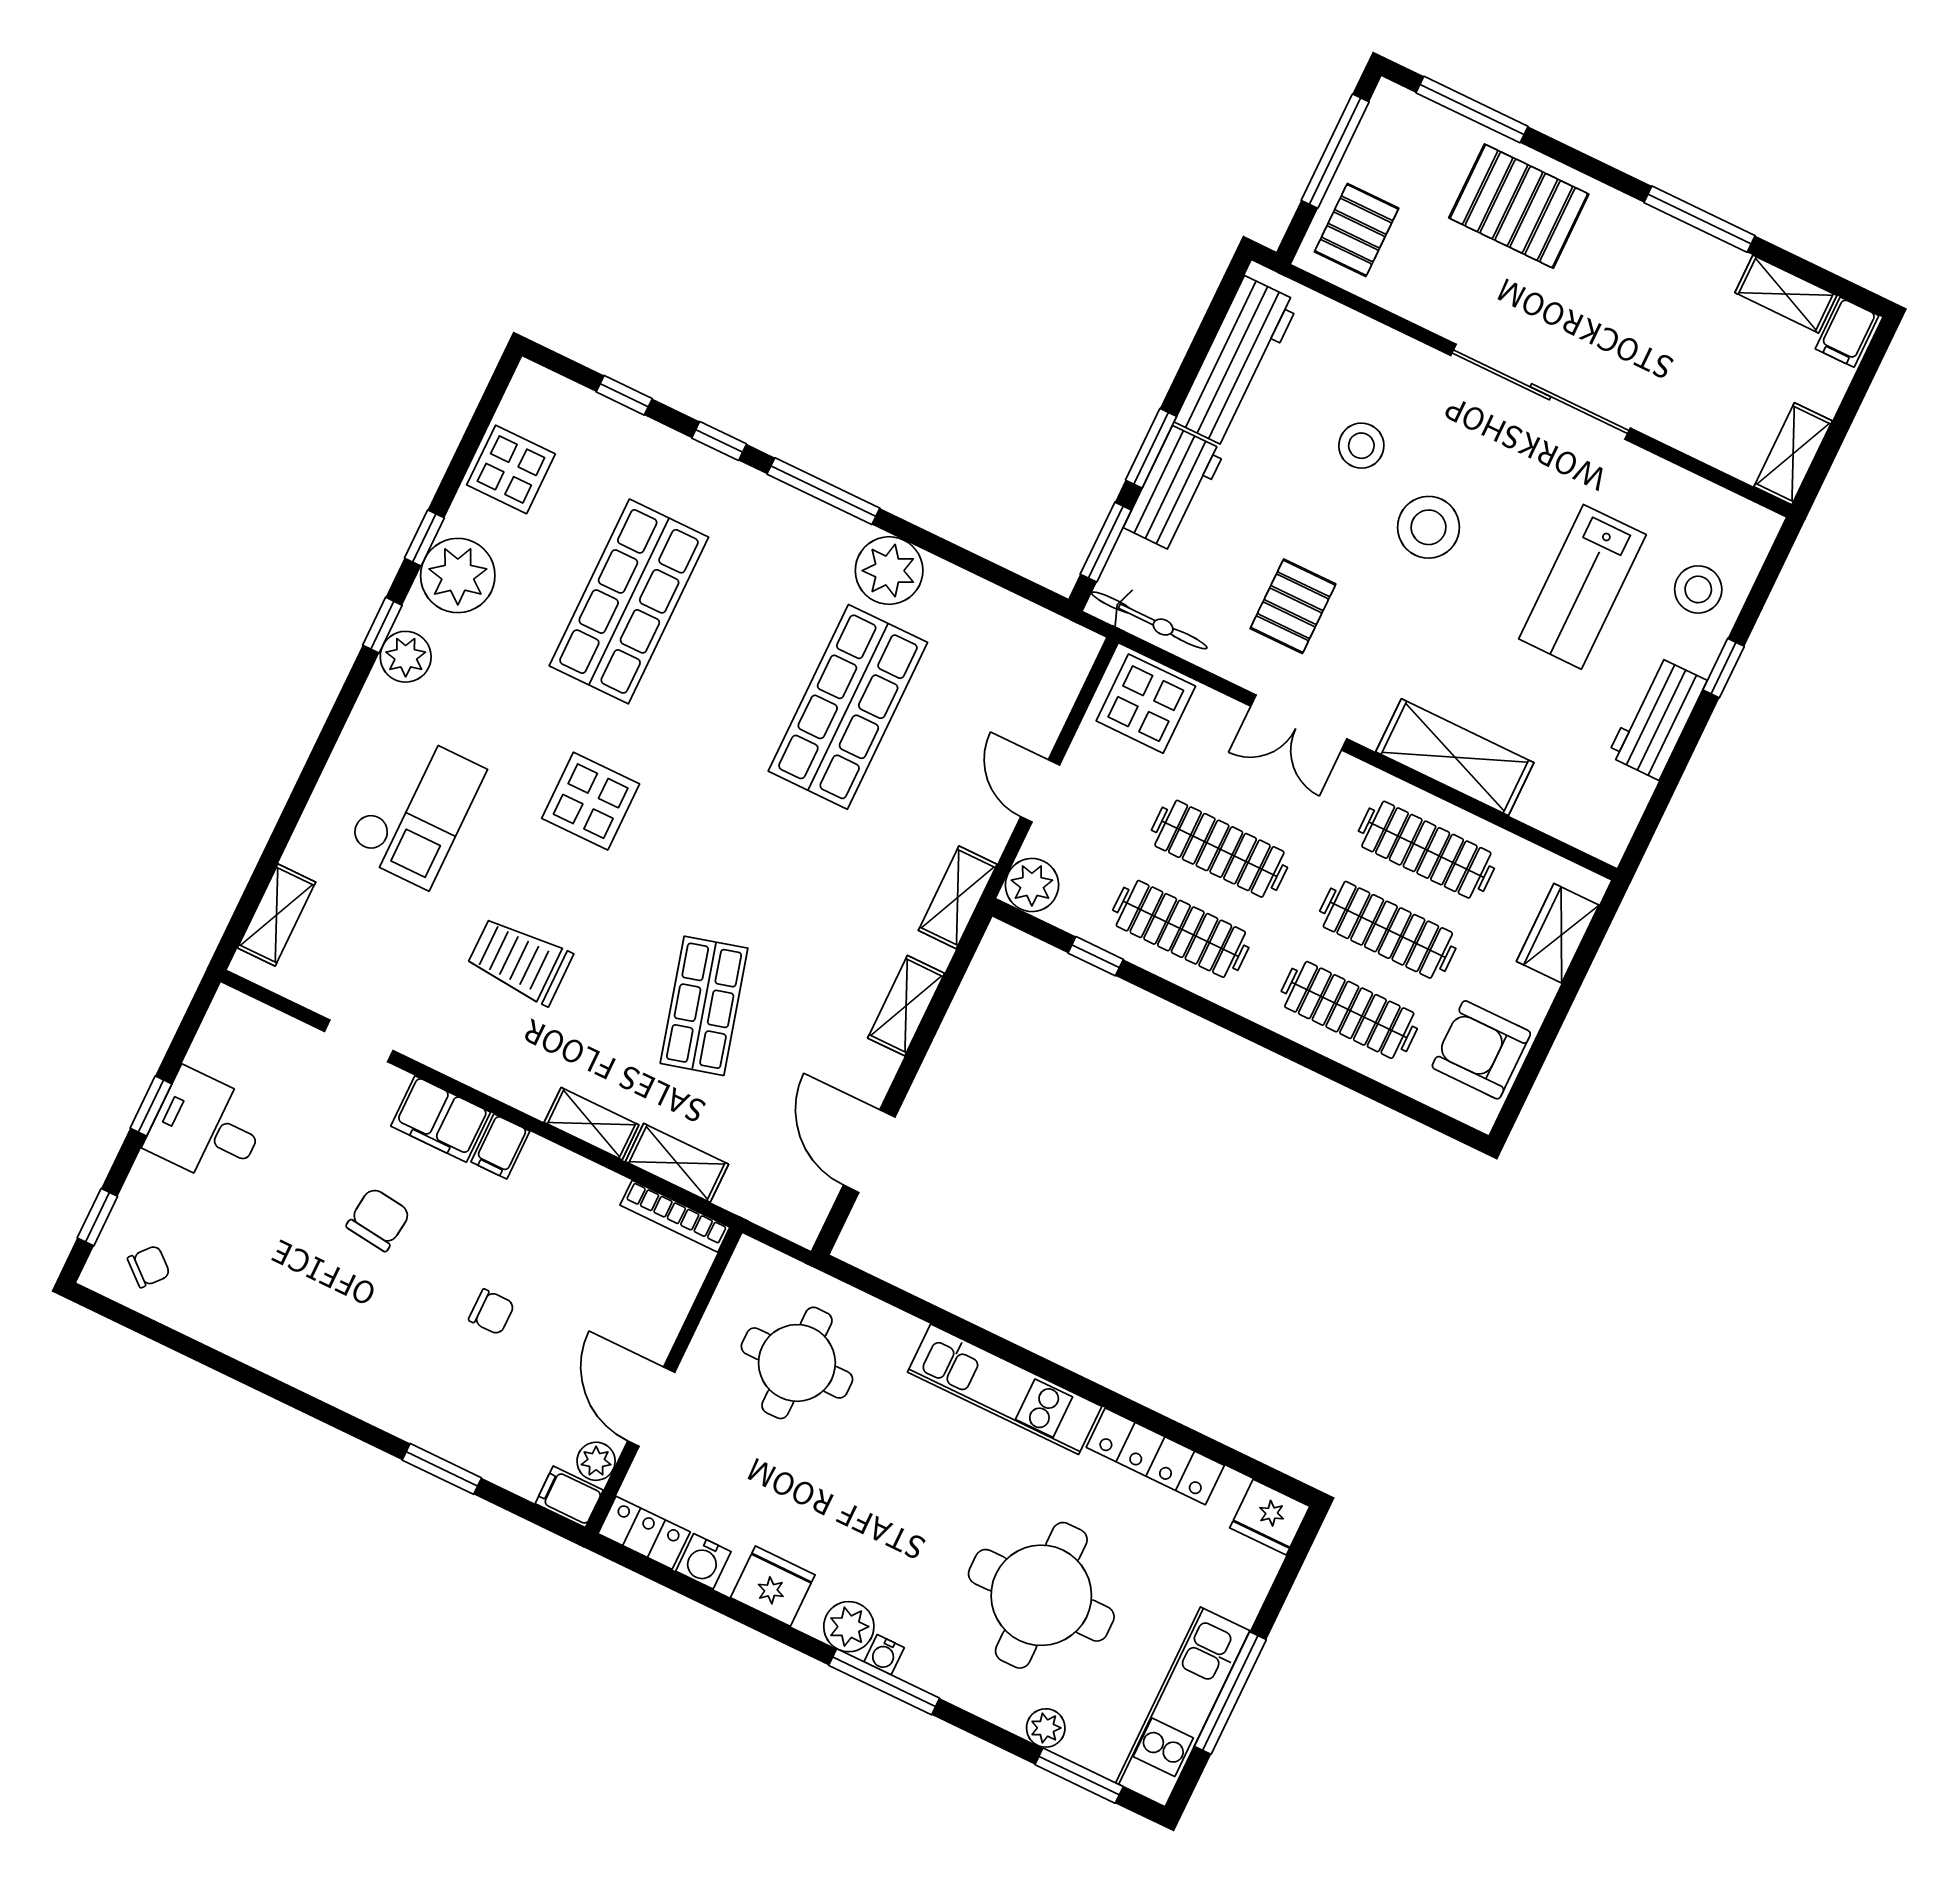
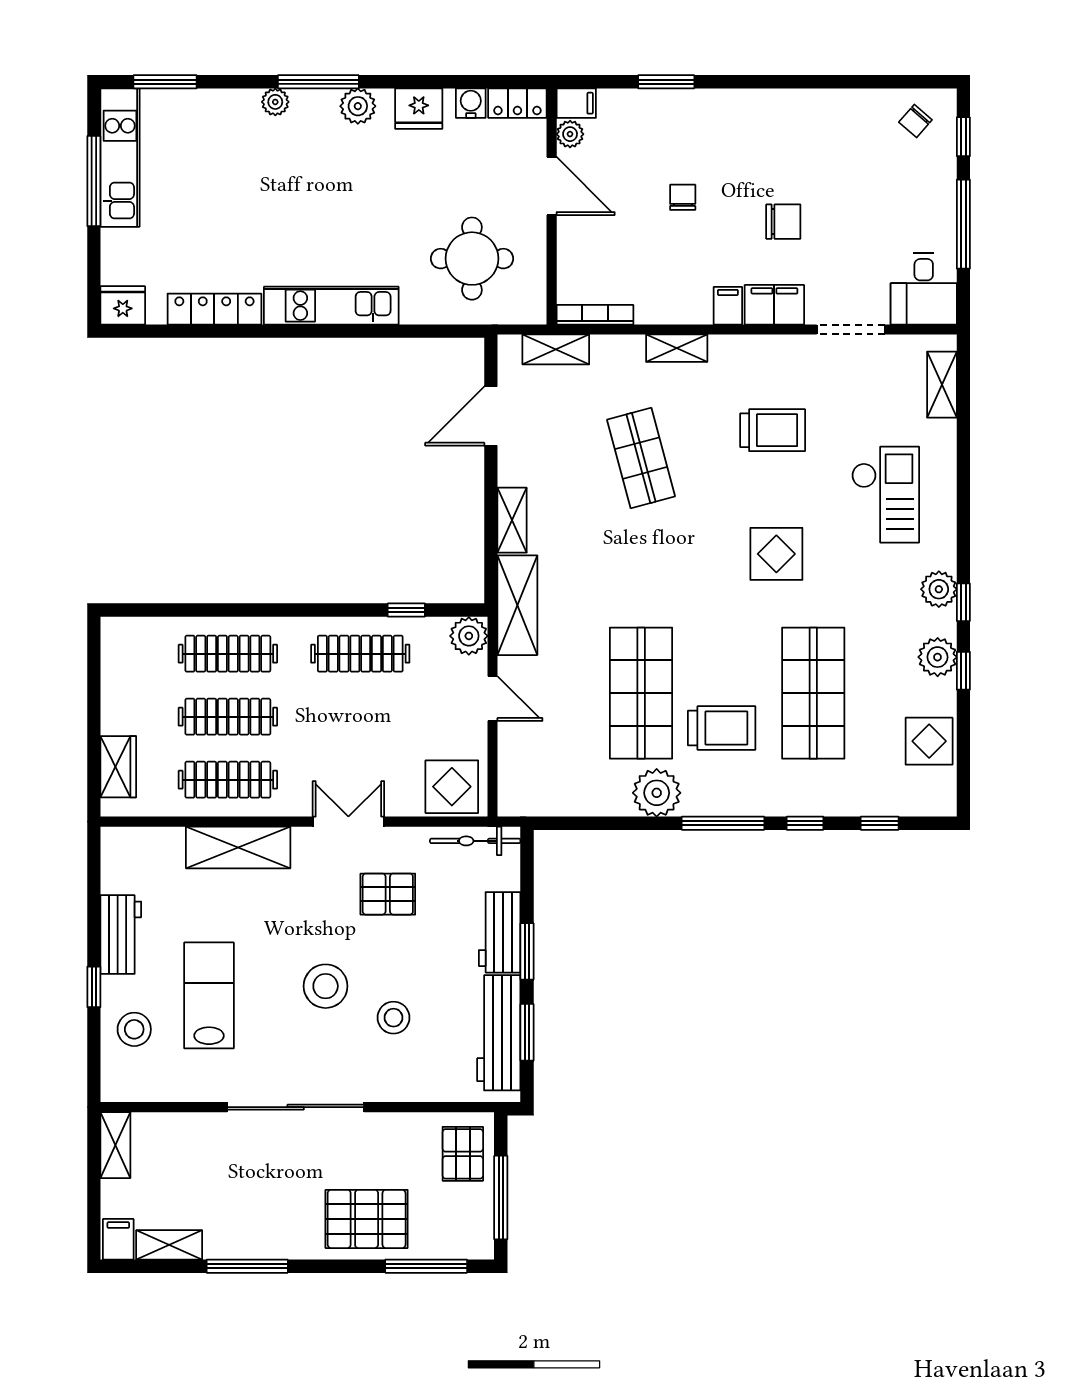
window: (1106, 542) -> (527, 1032), moved
plant: (458, 576) -> (938, 657), width x0.73, depth x0.73
pallet: (1293, 606) -> (388, 894), turned 90
trolley: (767, 613) -> (722, 728), added
checkout: (416, 810) -> (886, 495), turned 180
clothes rail: (1219, 849) -> (360, 717), removed
shelving: (958, 897) -> (517, 605), width x1.50, depth x1.33
doorway: (359, 1041) -> (851, 330), width x1.38
armchair: (1481, 1050) -> (131, 669), removed
window: (151, 1106) -> (963, 224), width x2.17
desk: (207, 1128) -> (924, 289), moved, turned 90
door: (869, 1151) -> (491, 416), swing flipped
shelving: (677, 1163) -> (556, 349), moved
chair: (378, 1219) -> (783, 222), turned -97
chair: (492, 1312) -> (683, 197), turned 90
round table: (1041, 1595) -> (245, 185), removed
water cooler: (884, 1655) -> (327, 99), removed
plant: (1046, 1728) -> (275, 102), moved

